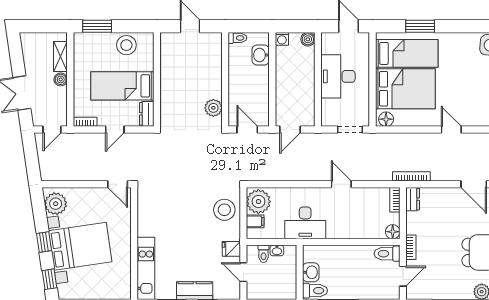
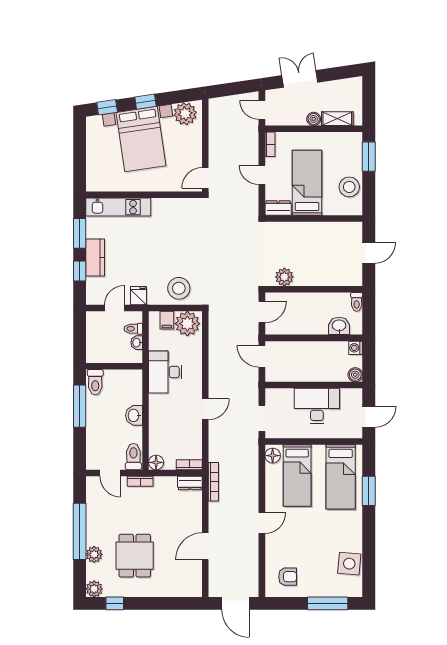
bed: (405, 89) -> (297, 475), width x0.67
washbasin: (311, 272) -> (134, 415), moved, turned 90

